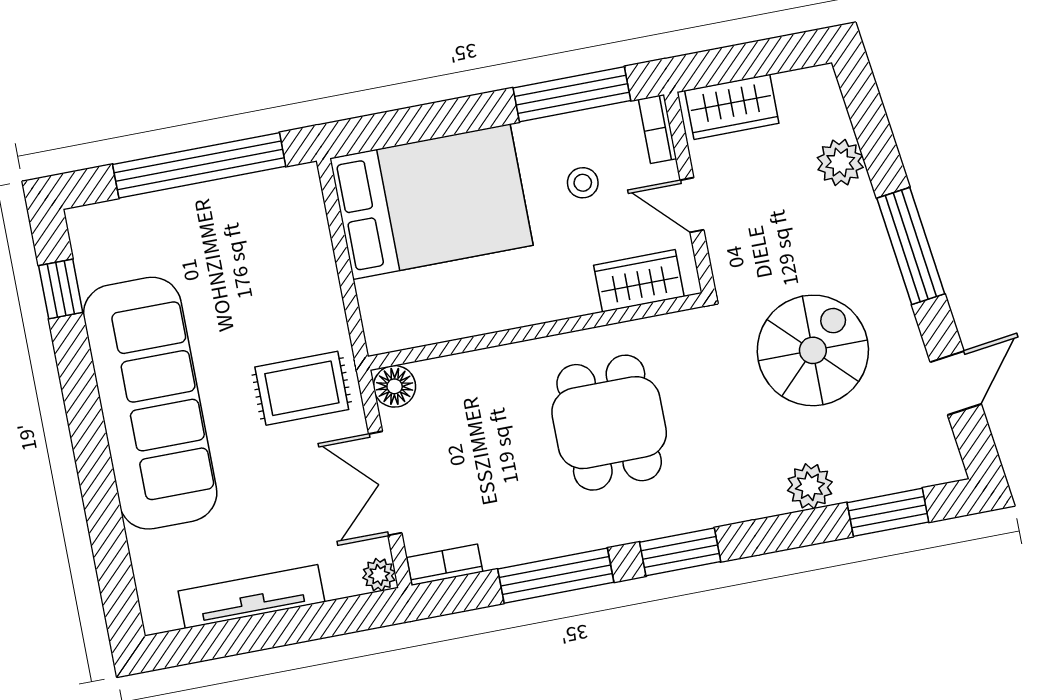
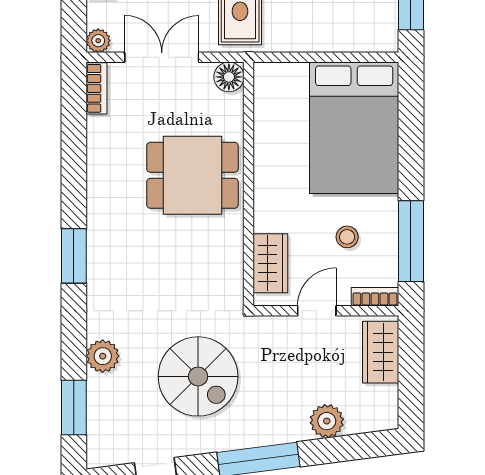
dining table: (609, 423) -> (192, 175), moved
window: (556, 576) -> (74, 165), removed

